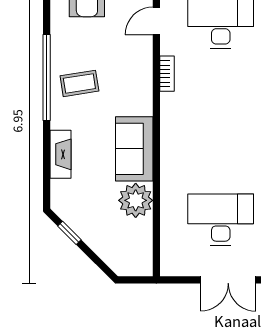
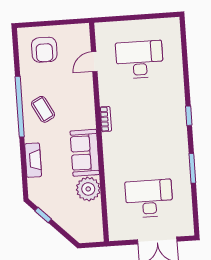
bookcase: (167, 74) -> (106, 119), moved
coffee table: (79, 83) -> (43, 109), turned 71

